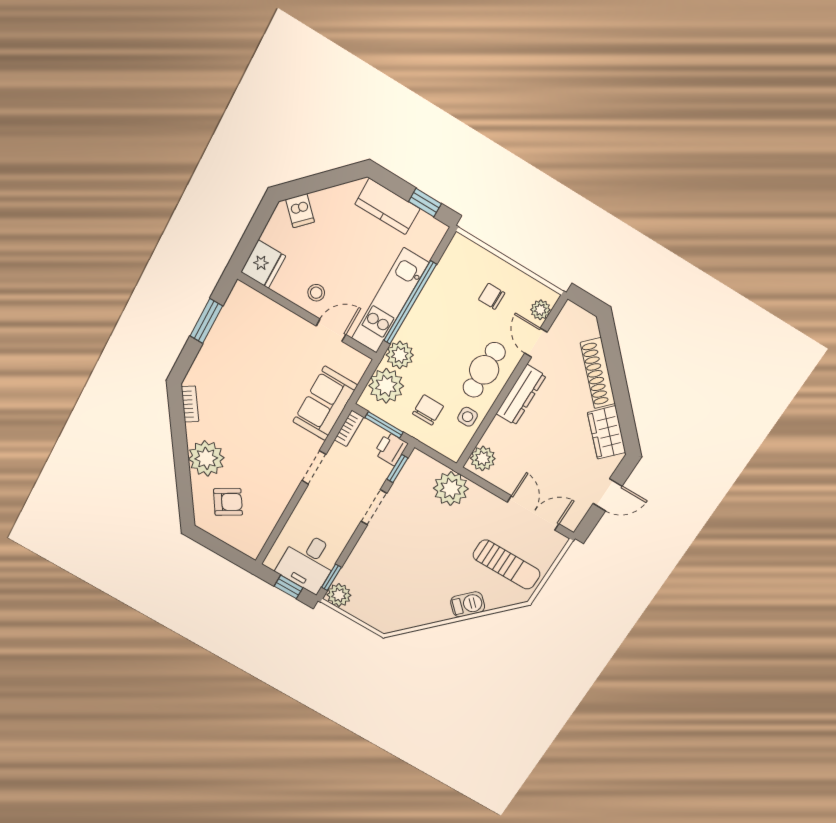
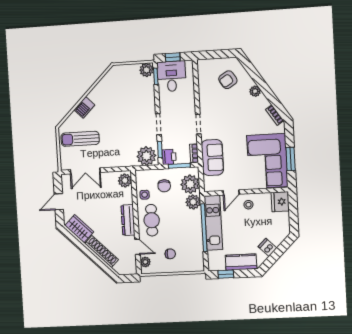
dishwasher: (300, 211) -> (267, 247), moved
corner sofa: (244, 342) -> (267, 161), added
plant: (206, 458) -> (255, 91), width x0.53, depth x0.53
plant: (451, 489) -> (146, 156), moved

